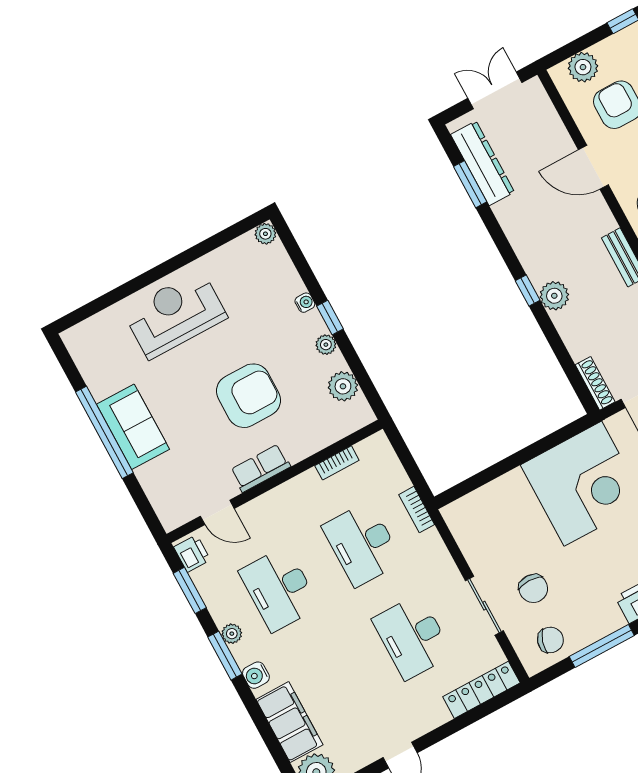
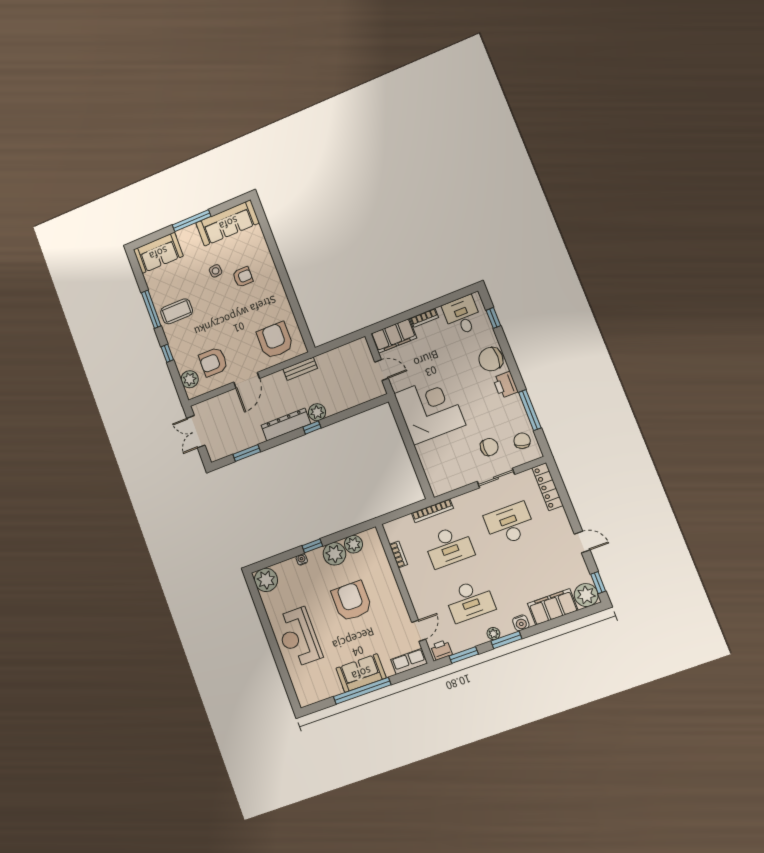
dresser: (483, 163) -> (286, 424), moved
plant: (265, 234) -> (266, 580), width x1.87, depth x1.87
plant: (326, 345) -> (334, 554), width x1.88, depth x1.88
shoe rack: (595, 383) -> (371, 395), removed
row of seats: (260, 468) -> (409, 661), moved, turned 90
bookcase: (417, 510) -> (432, 511), width x1.56
desk: (412, 637) -> (509, 524), turned 180

